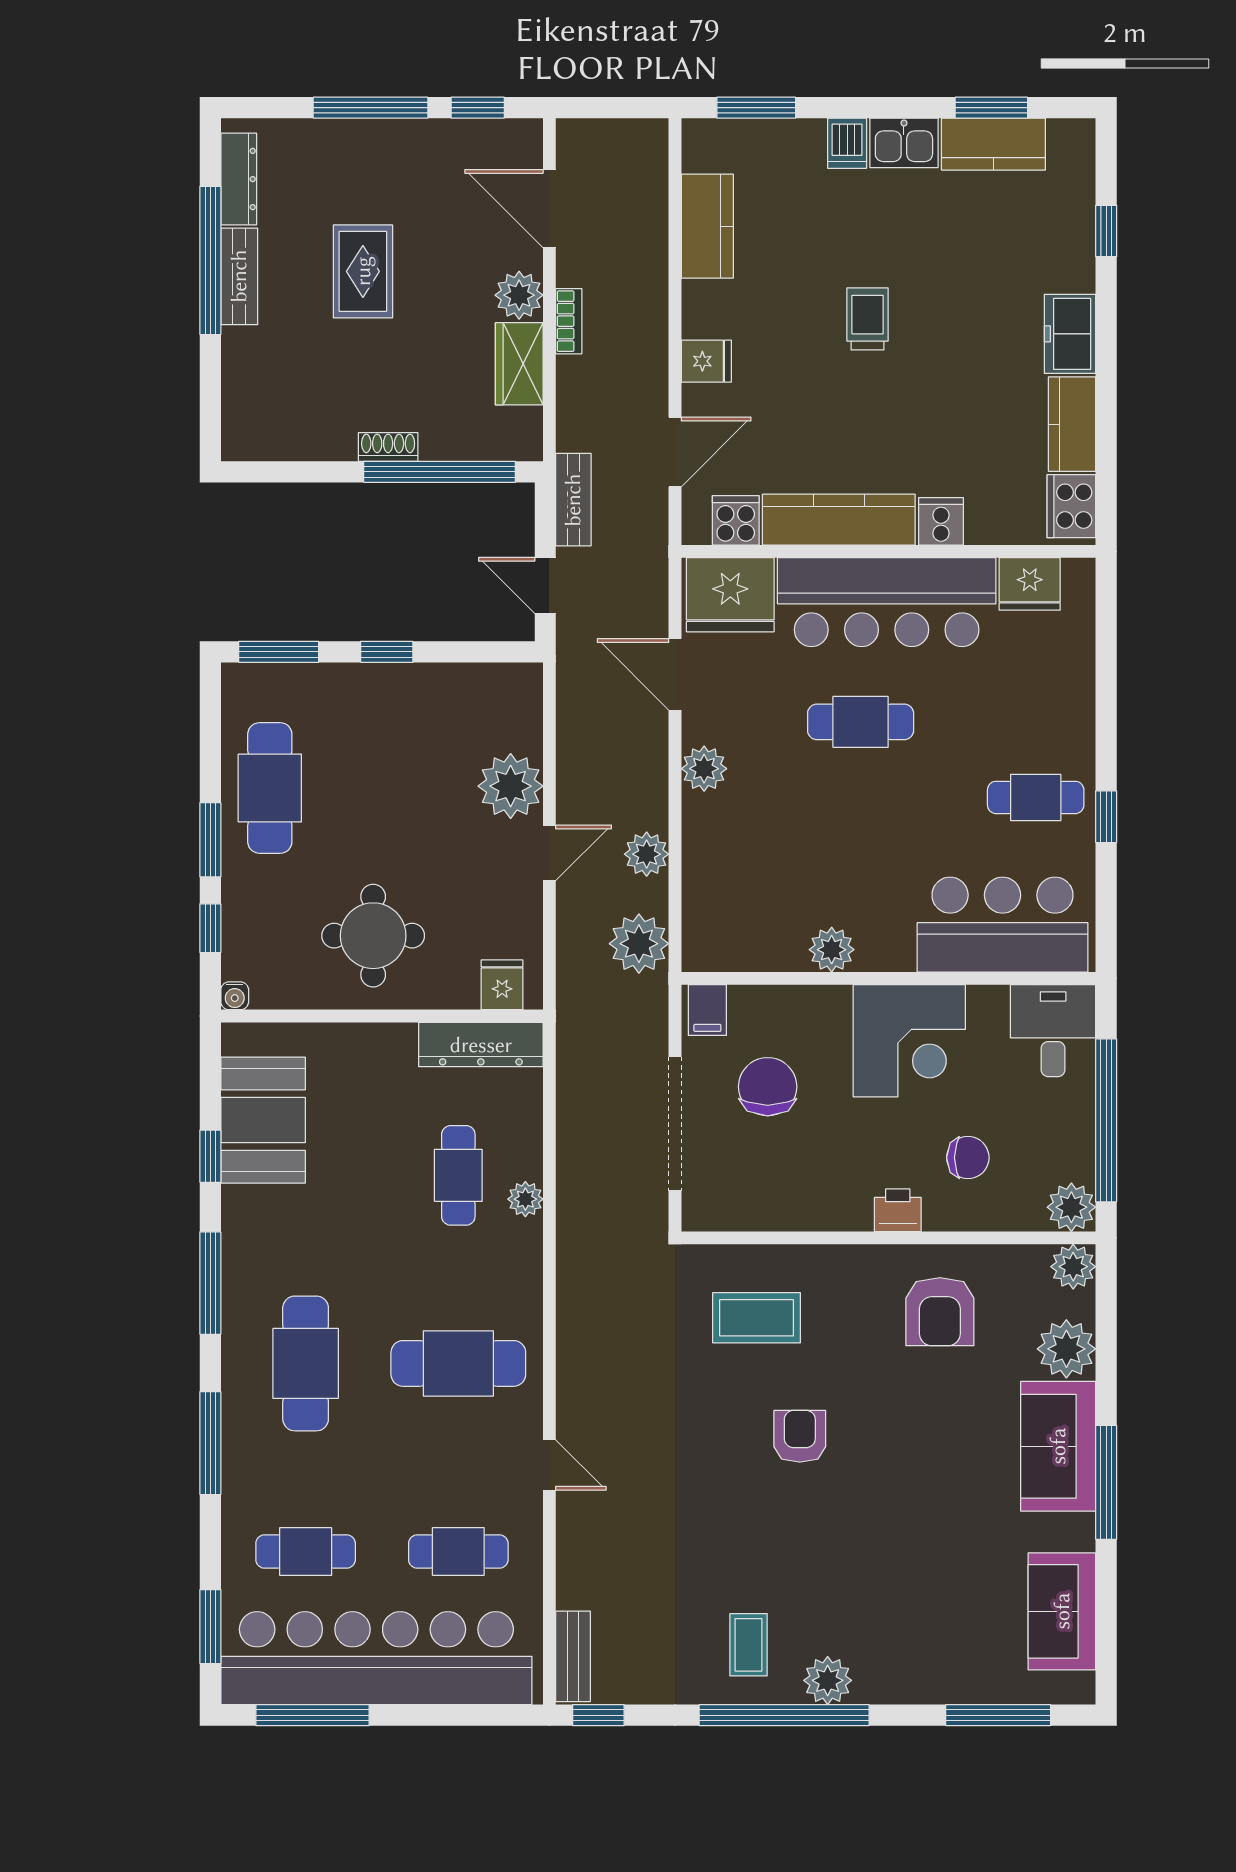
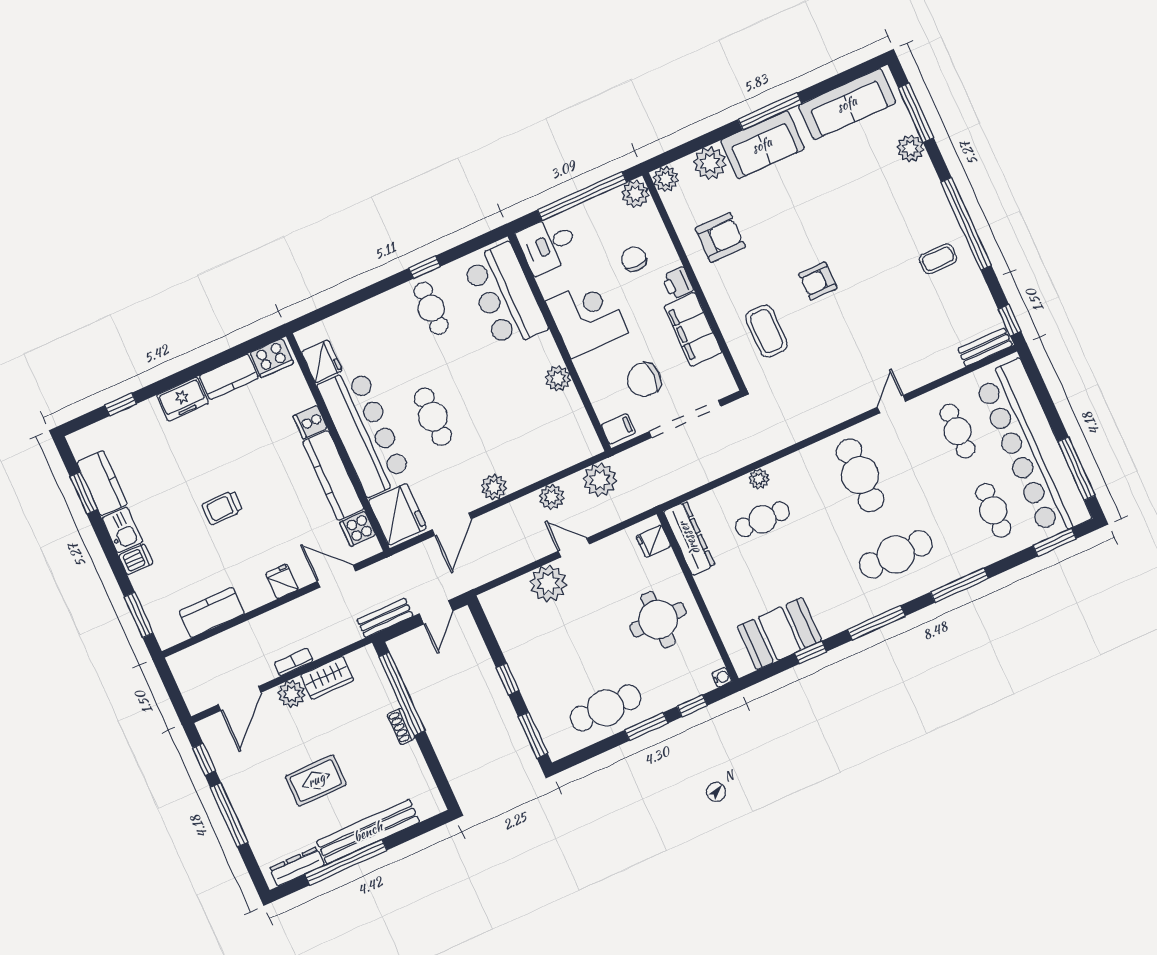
bench: (239, 276) -> (368, 832), width x1.86, depth x1.21
filing cabinet: (812, 1201) -> (693, 329), added
sofa: (1062, 1611) -> (847, 104), width x1.36
plant: (828, 1680) -> (910, 148), moved

